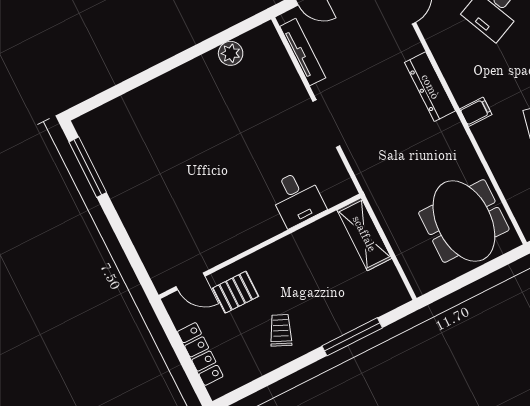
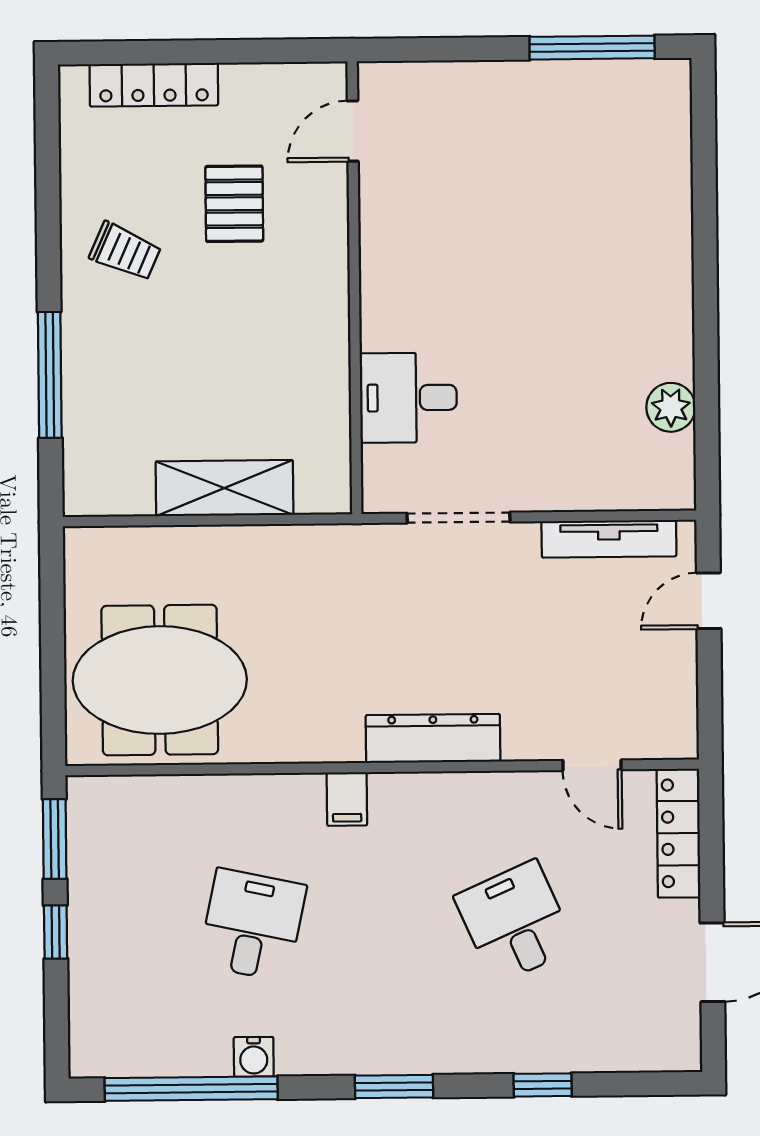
desk: (297, 198) -> (408, 398), moved
wall: (260, 246) -> (354, 288), moved
door: (190, 281) -> (353, 131), moved

